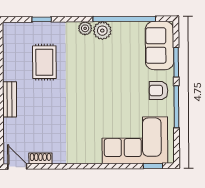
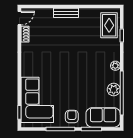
plant: (102, 31) -> (114, 90), moved
rug: (44, 62) -> (109, 25), moved, turned 90

